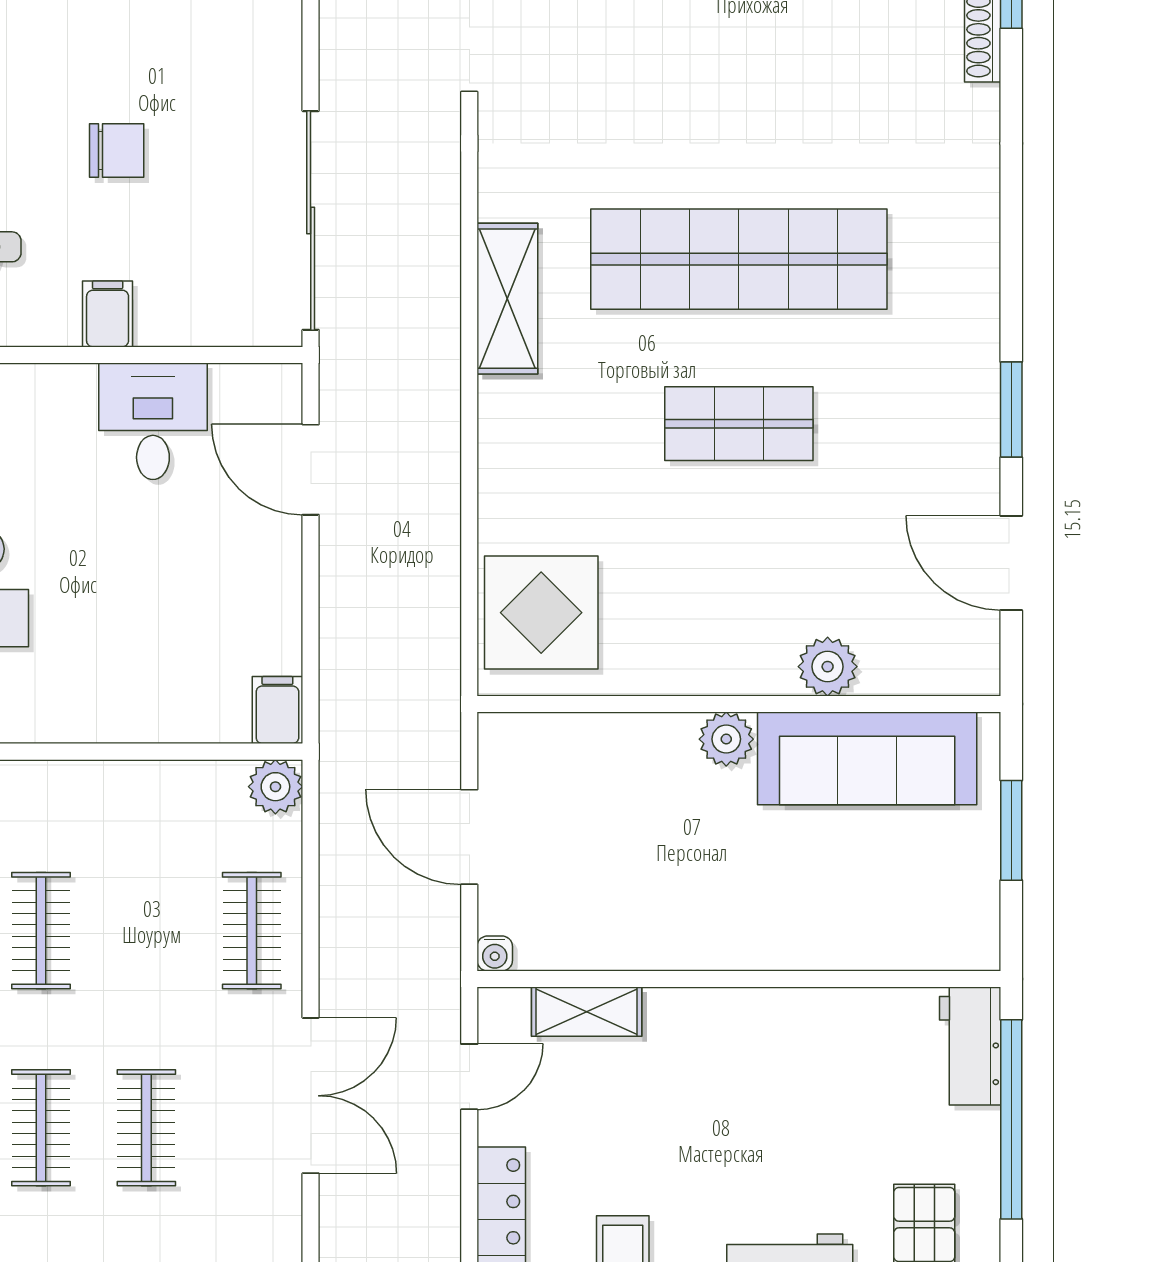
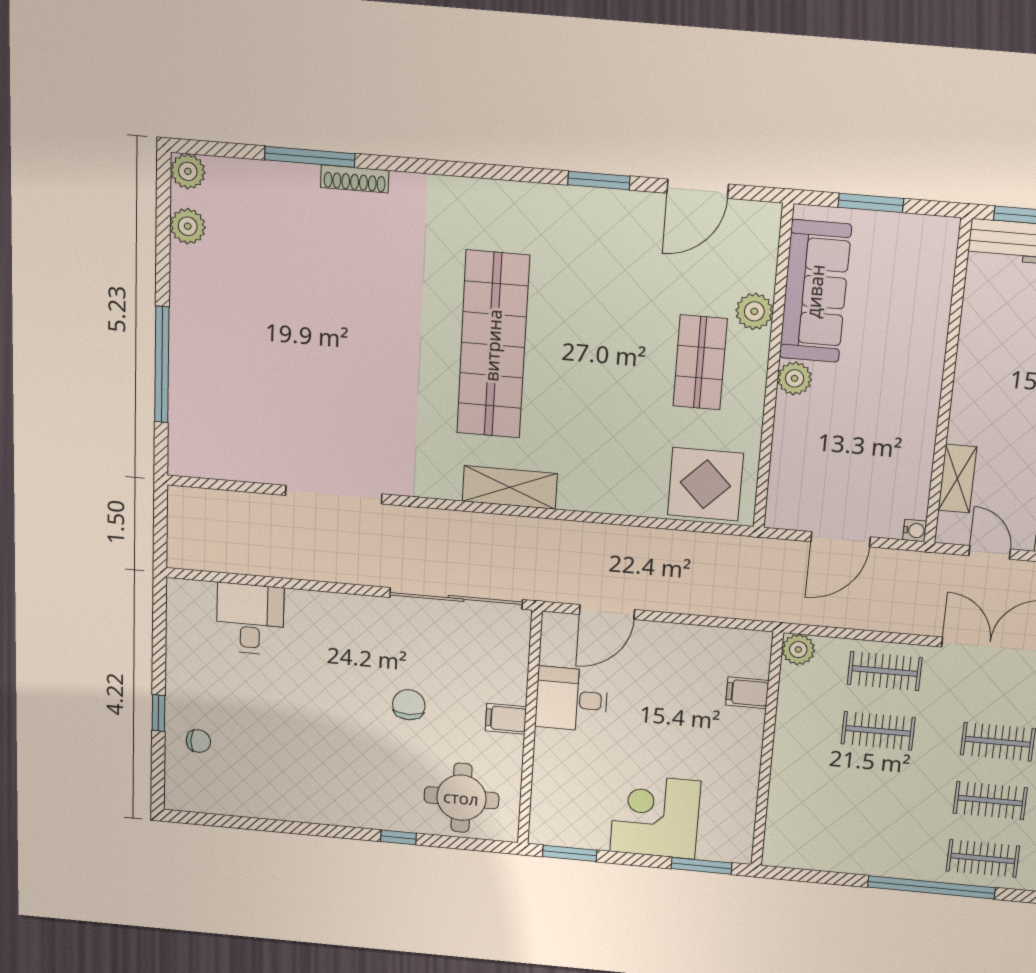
shop shelf: (739, 424) -> (700, 362), moved
filing cabinet: (277, 710) -> (747, 693), moved
clothes rail: (41, 931) -> (878, 731), moved

